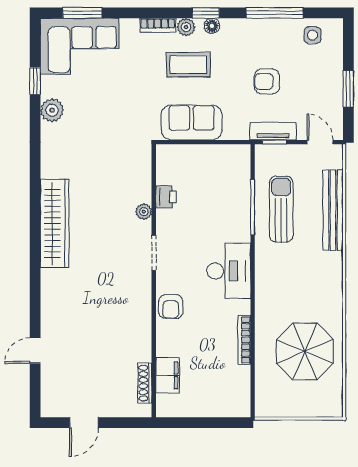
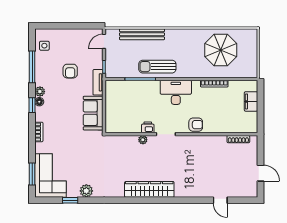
plant: (186, 27) -> (40, 92), moved
coffee table: (188, 65) -> (61, 115), removed
window: (348, 89) -> (74, 26), removed
tv unit: (273, 131) -> (98, 82), moved
printer: (166, 197) -> (148, 127), moved
sun lounger: (281, 209) -> (157, 67), moved
filing cabinet: (168, 375) -> (251, 101), moved, turned -90

